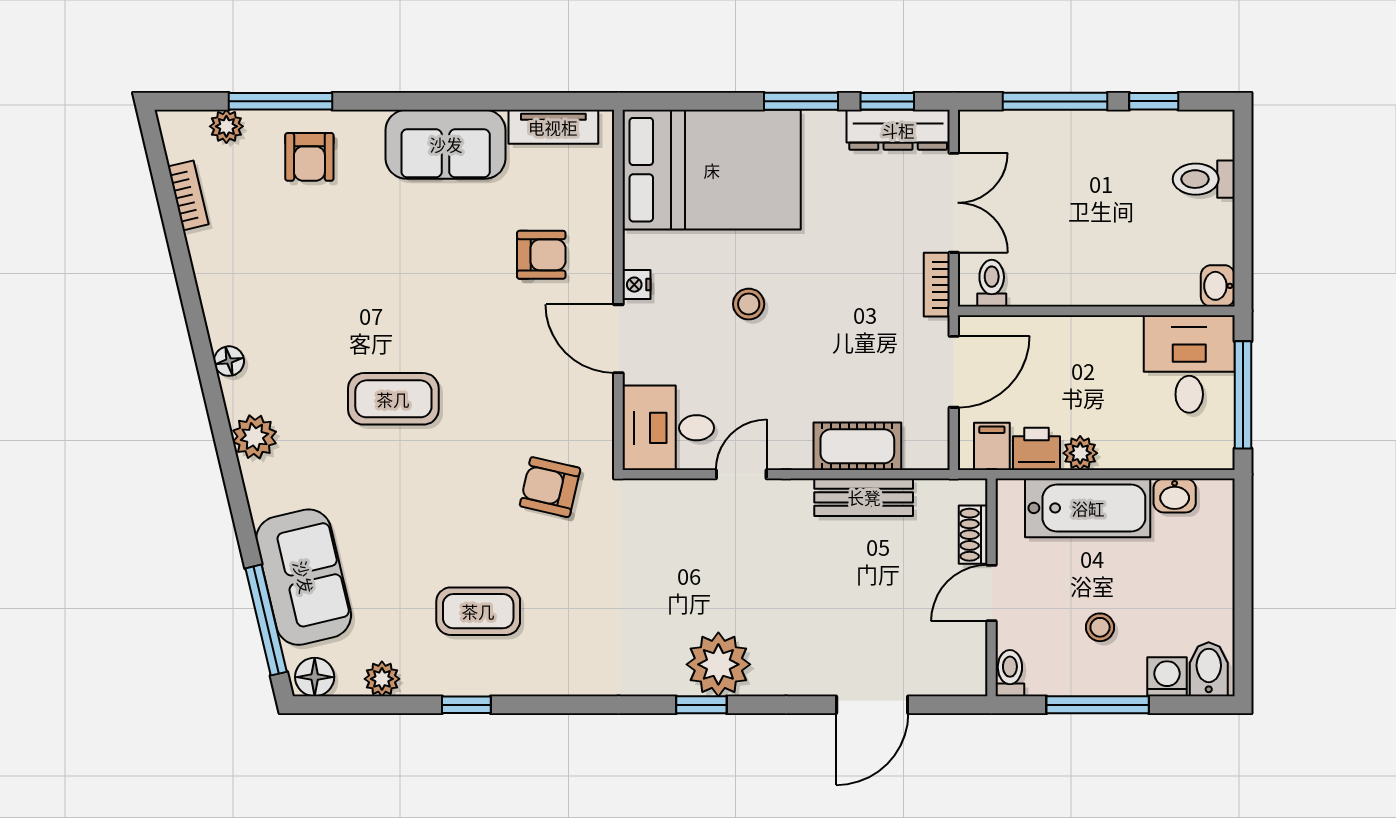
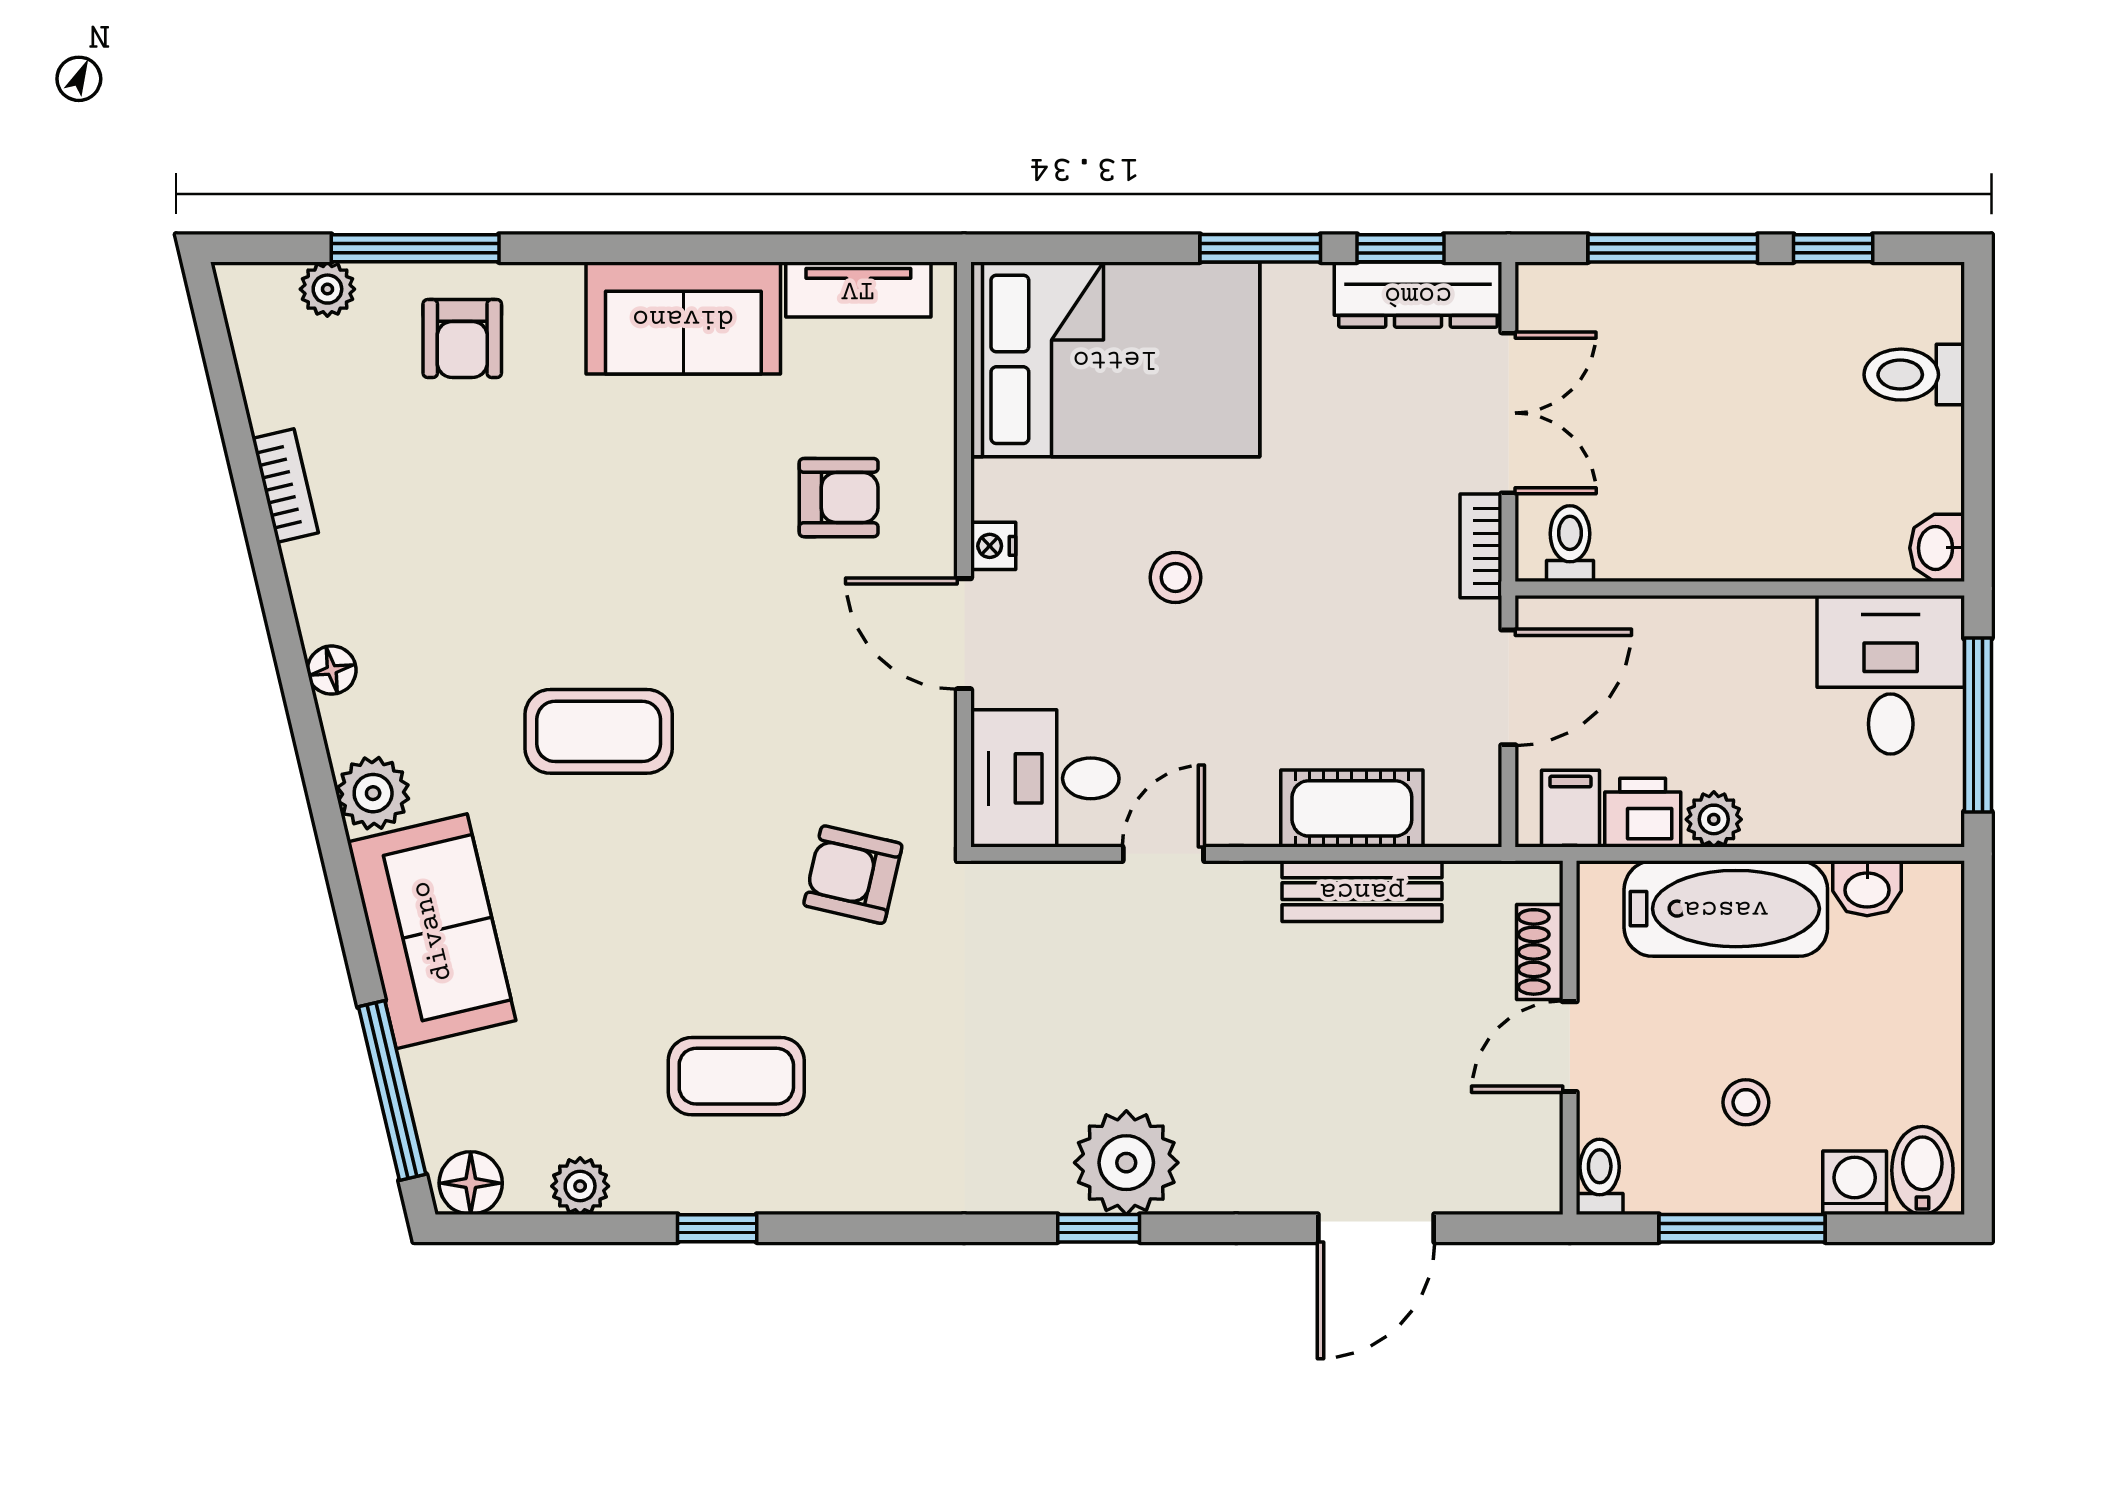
bookcase: (188, 195) -> (285, 486), moved
sofa: (304, 577) -> (432, 931), moved

